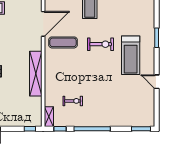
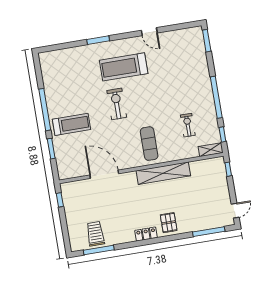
exercise mat: (63, 42) -> (149, 144), moved
treadmill: (131, 55) -> (124, 67), turned 180
door: (157, 82) -> (149, 32), hinge flipped

